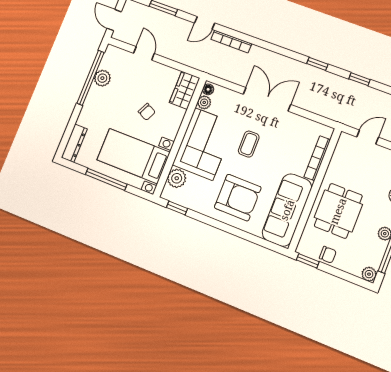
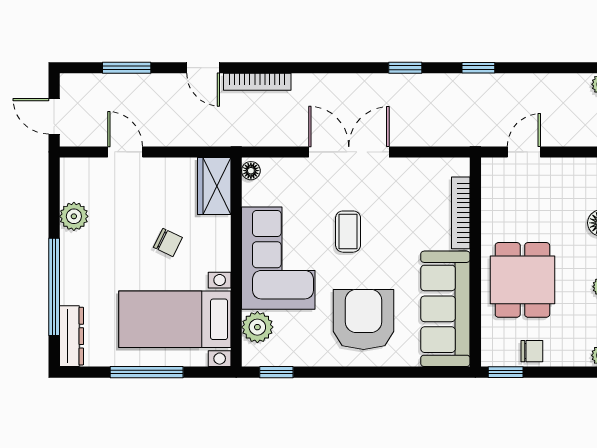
door: (205, 23) -> (203, 68), hinge flipped
window: (90, 78) -> (54, 287), moved
plant: (204, 102) -> (253, 193), removed
armchair: (238, 198) -> (364, 319), turned -90

